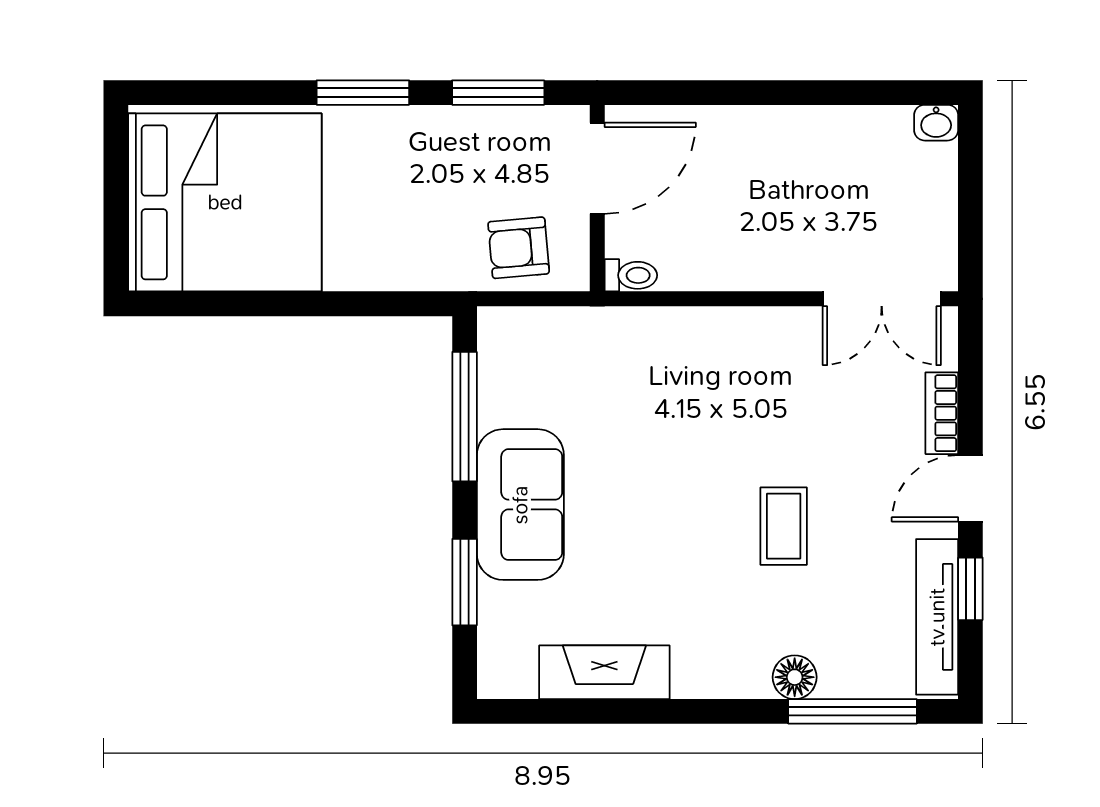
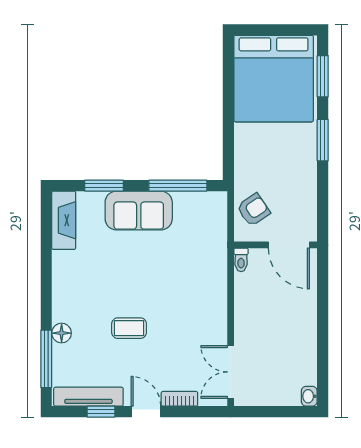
window: (498, 93) -> (323, 76), moved
armchair: (519, 248) -> (253, 210), turned 61
fireplace: (604, 672) -> (64, 220), moved

